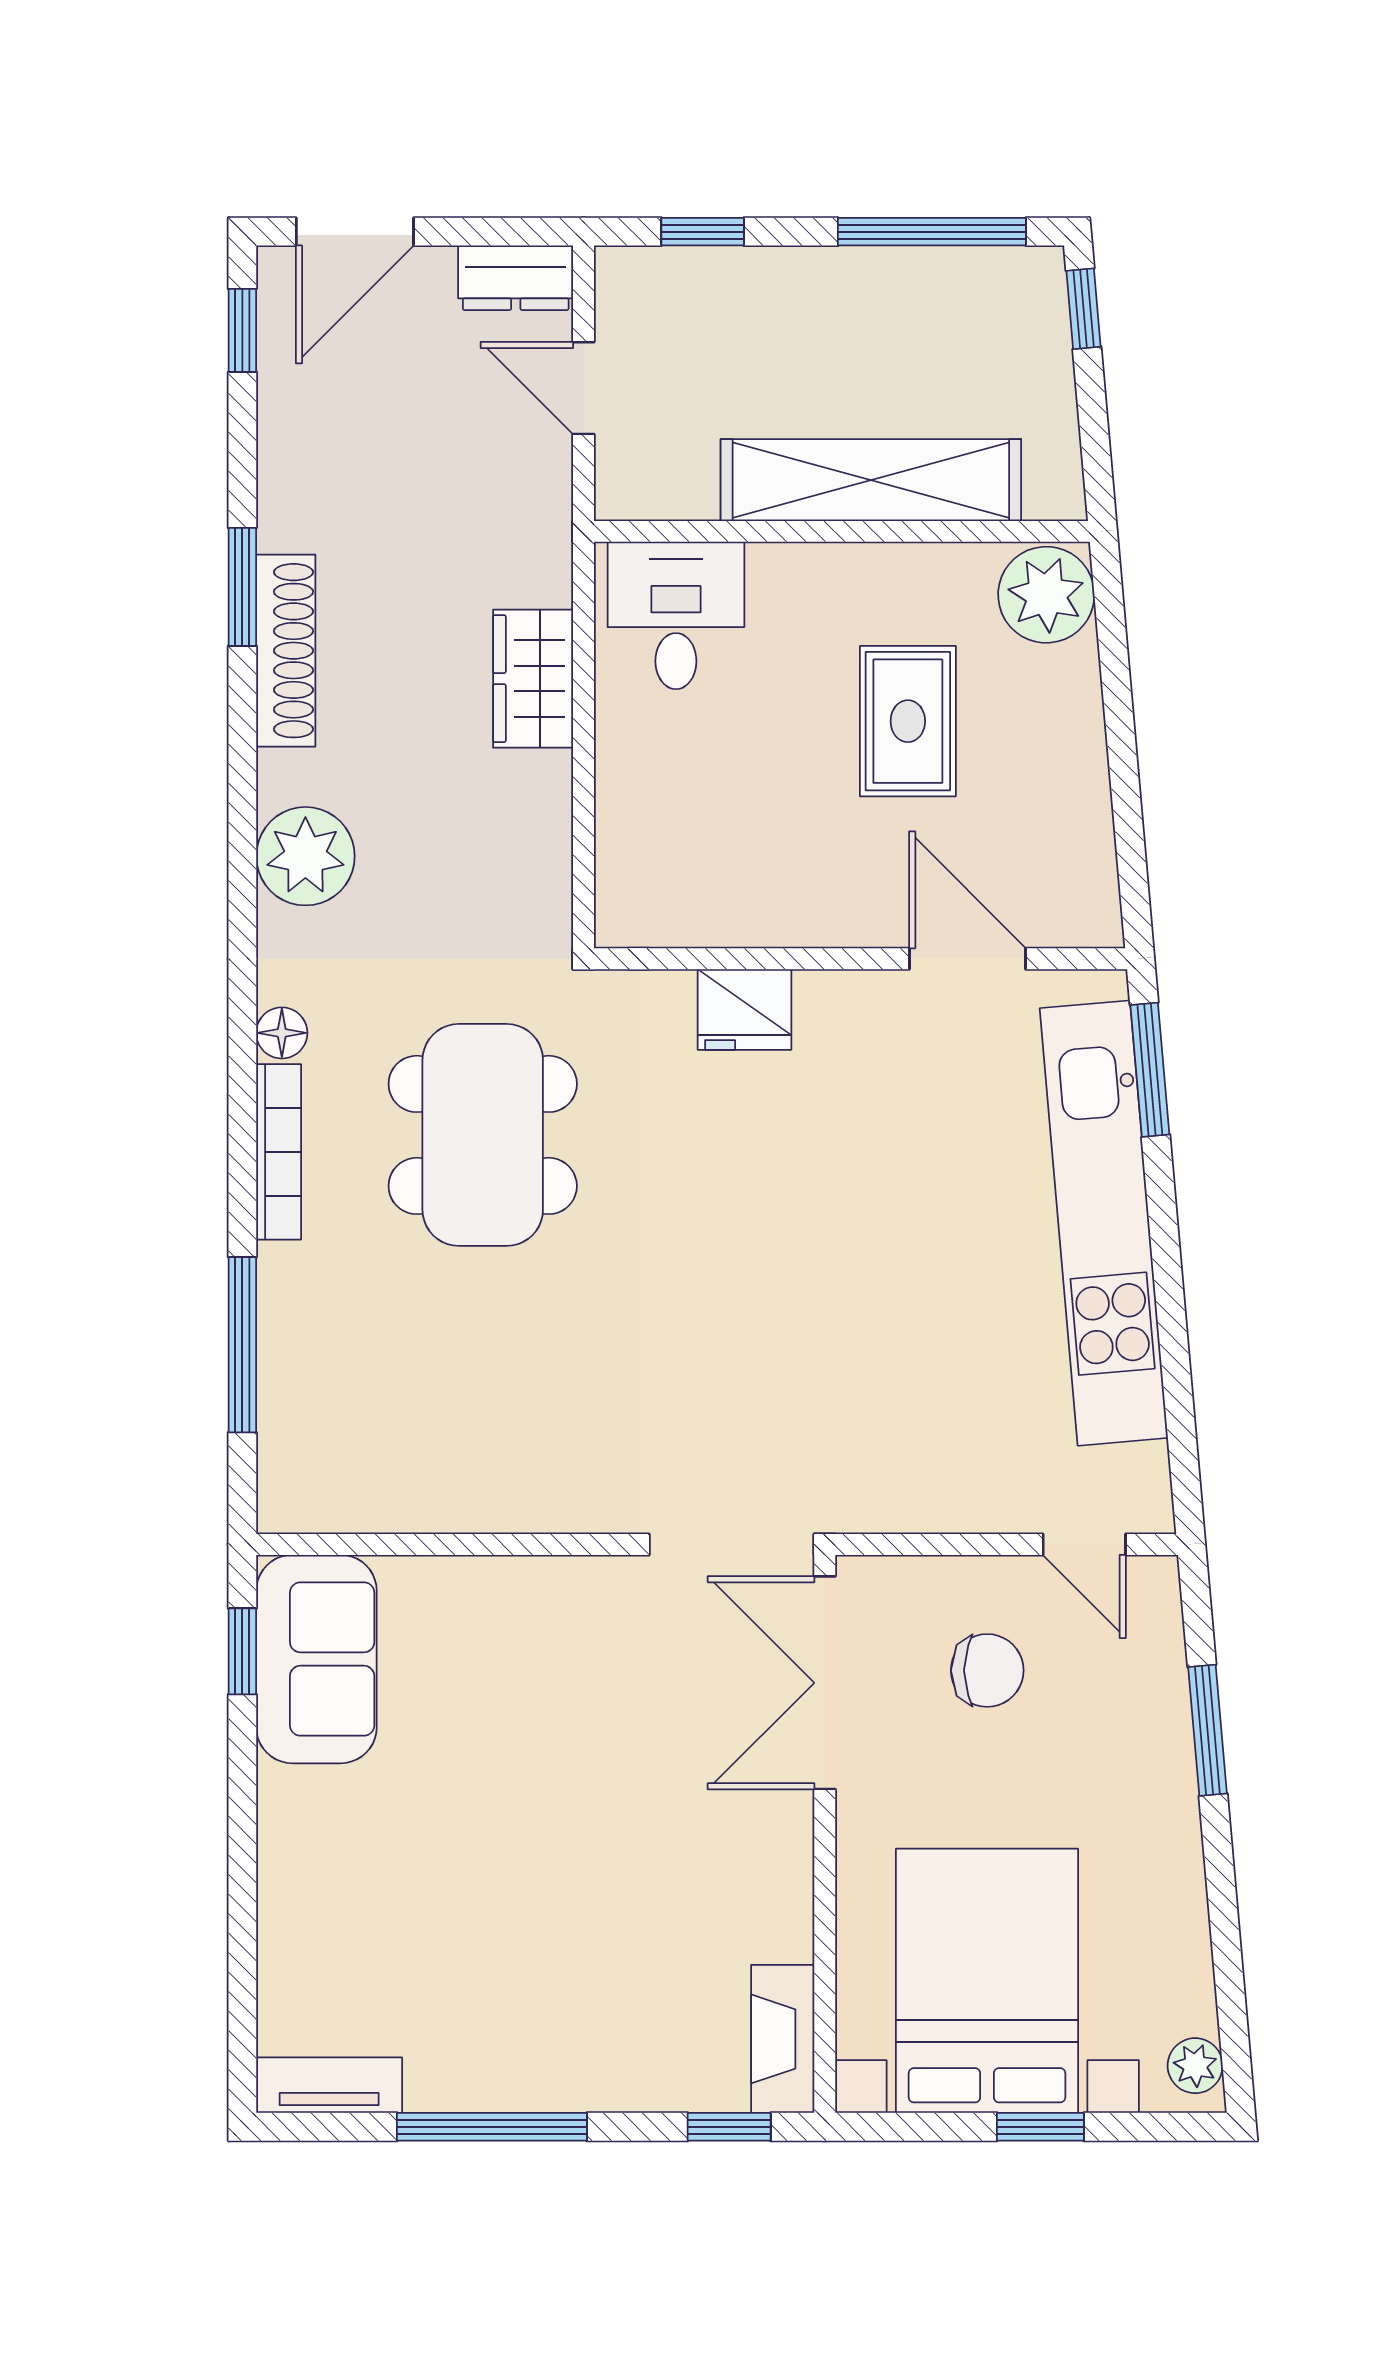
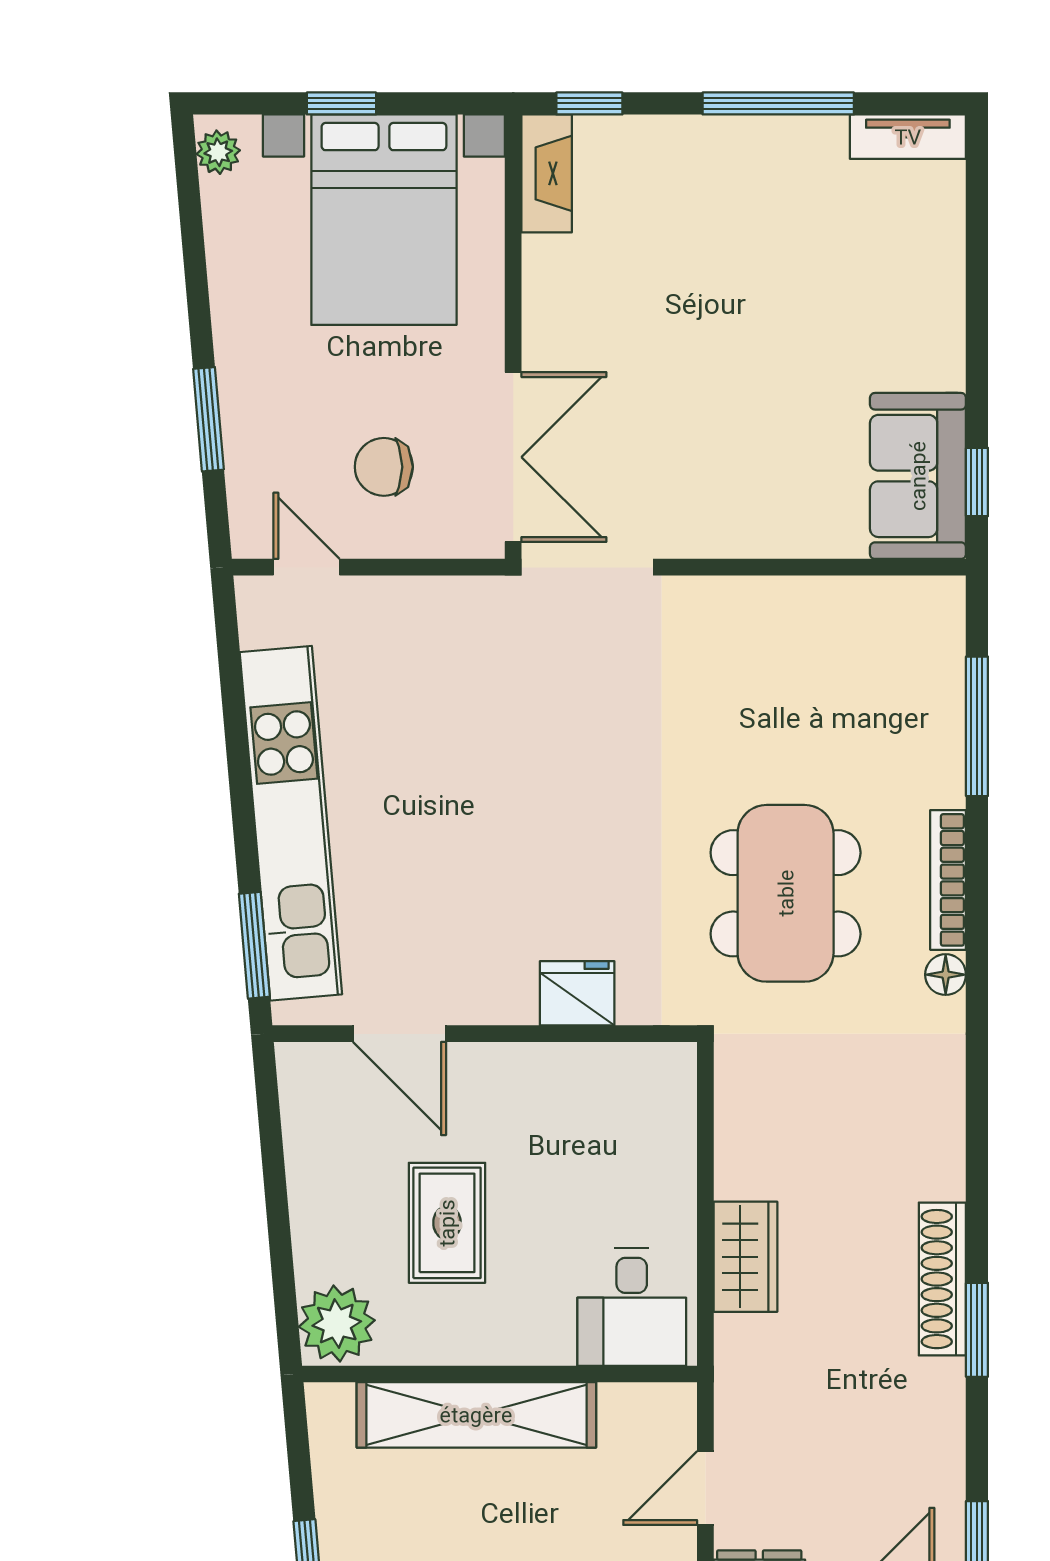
door: (584, 388) -> (705, 1488), swing flipped
plant: (305, 856) -> (927, 1115), removed

